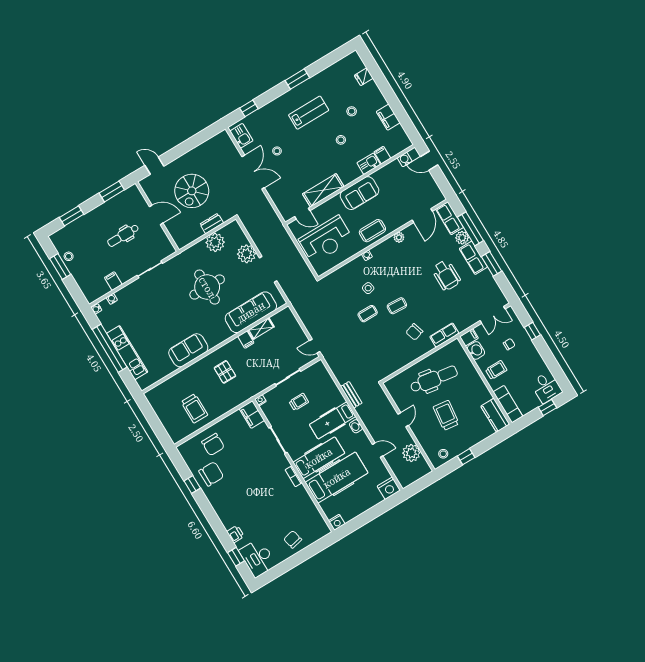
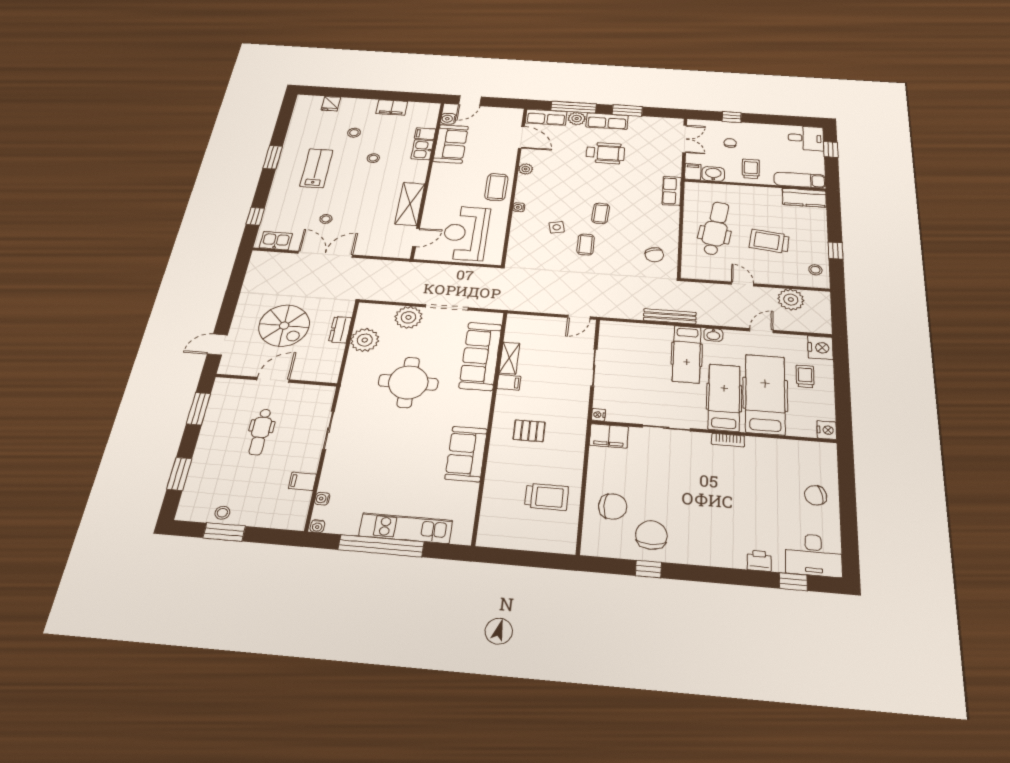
sofa: (359, 193) -> (451, 144), moved
reception desk: (326, 240) -> (466, 233), turned 180
chair: (414, 332) -> (654, 255), moved
bench: (351, 395) -> (670, 316), width x1.36
trolley: (299, 402) -> (805, 376), moved

